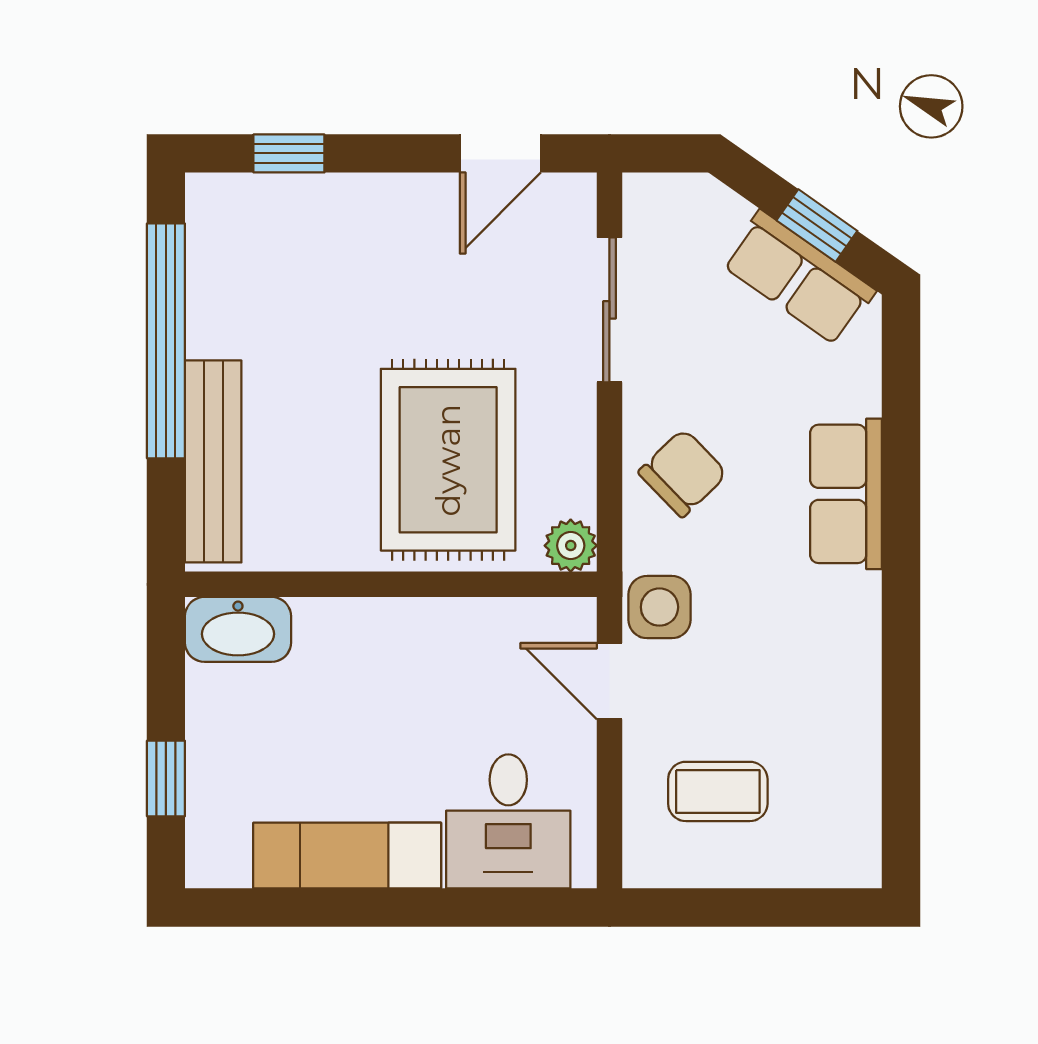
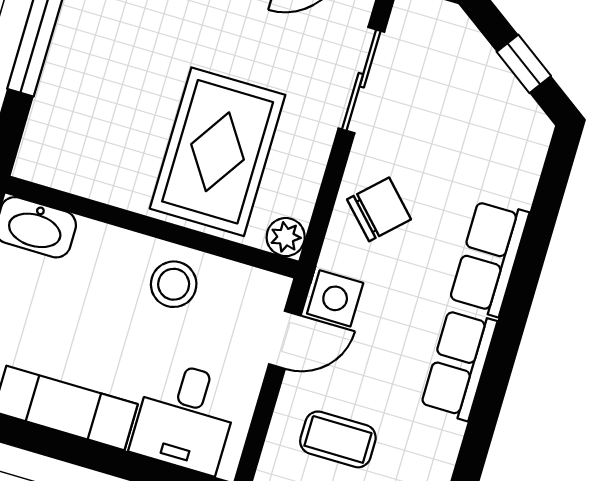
row of seats: (799, 278) -> (459, 364), moved, turned 55
bench: (213, 461) -> (53, 105), removed
stool: (442, 651) -> (174, 284), added
door: (609, 681) -> (285, 340), swing flipped

